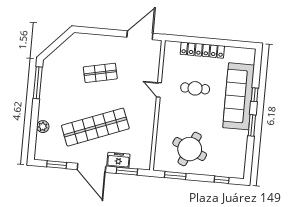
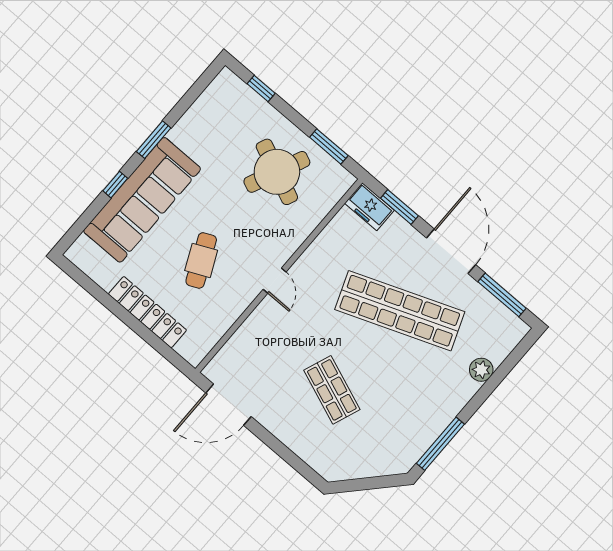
shop shelf: (100, 73) -> (332, 390), turned 33
cafe table: (195, 88) -> (201, 260), turned 65
door: (159, 90) -> (275, 281), moved
freezer: (118, 160) -> (369, 207), moved
window: (57, 165) -> (502, 295), width x1.44

